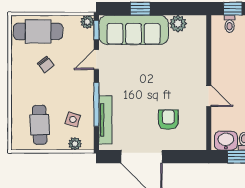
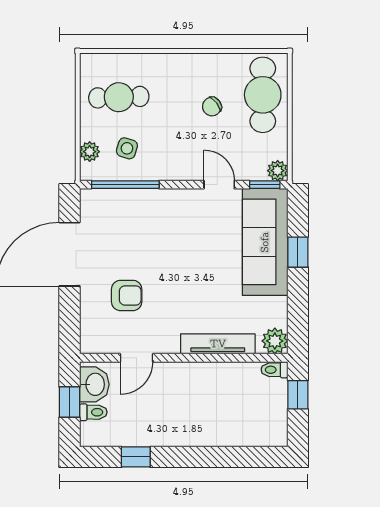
plant: (178, 24) -> (275, 341), moved
toilet: (230, 24) -> (274, 370), moved
door: (209, 96) -> (136, 358), moved
window: (96, 105) -> (125, 185), moved
tv unit: (105, 120) -> (218, 344), moved, turned 180

